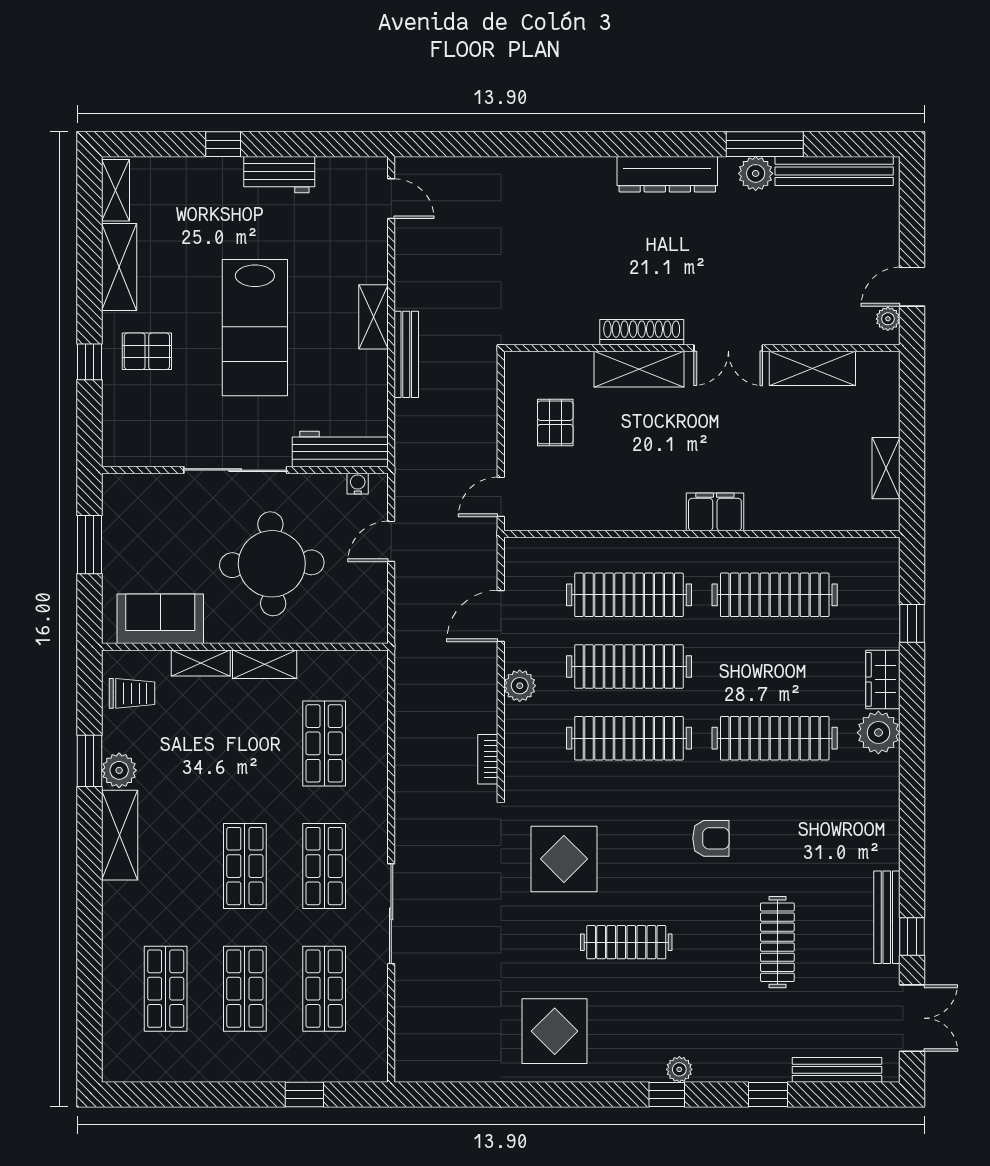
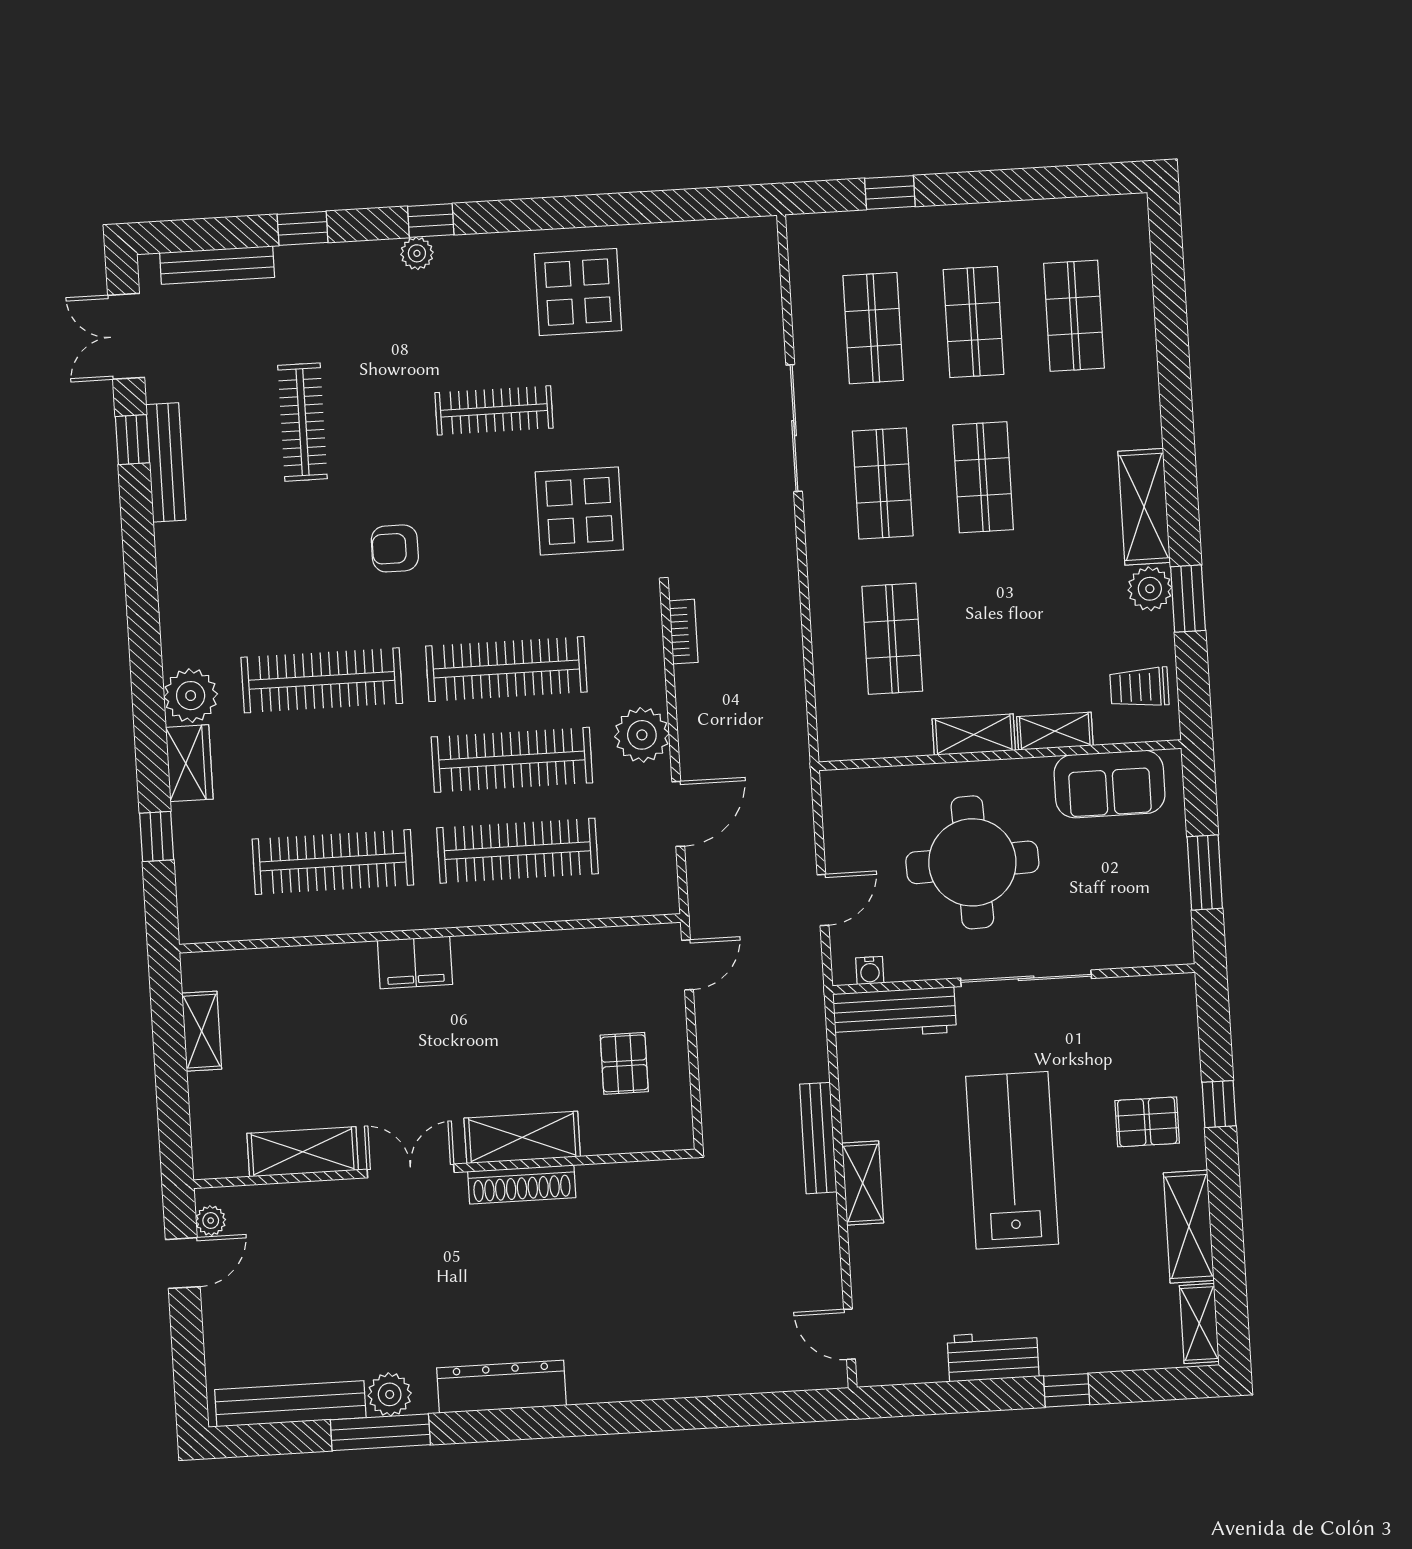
plant: (520, 686) -> (642, 735), width x1.36, depth x1.36

